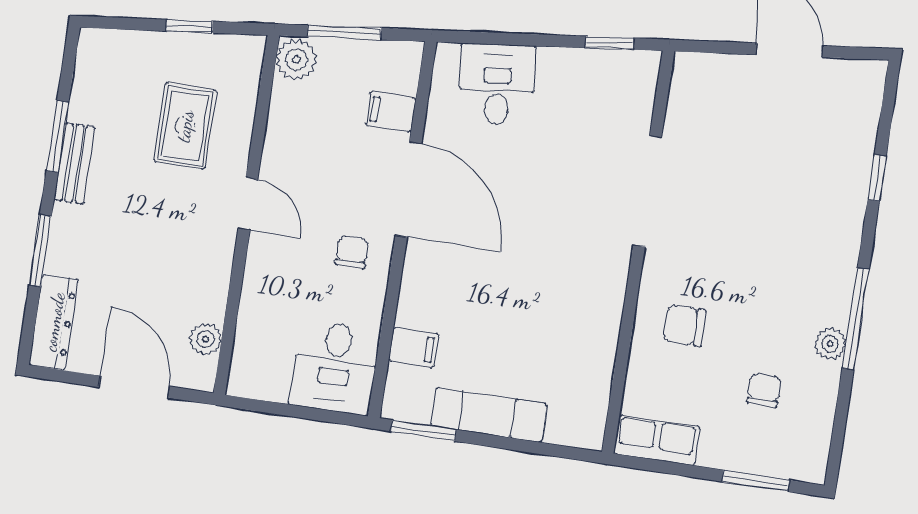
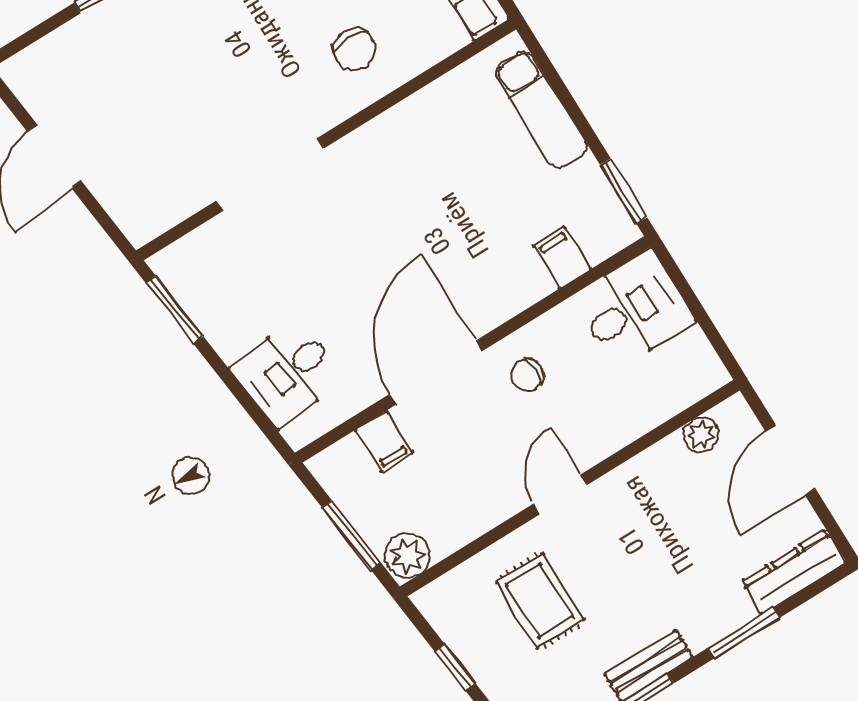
window: (610, 43) -> (174, 309), width x1.50
rug: (185, 126) -> (540, 601), turned 90
exam couch: (489, 415) -> (541, 110), moved

